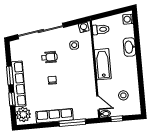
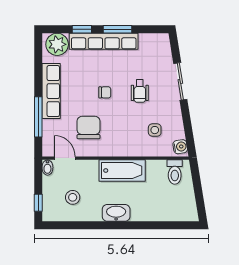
washing machine: (128, 19) -> (187, 214), removed
sliding door: (41, 31) -> (180, 81), width x0.54
washbasin: (129, 47) -> (116, 213), moved
chair: (76, 89) -> (89, 128), added
door: (98, 103) -> (65, 158), swing flipped
window: (117, 119) -> (38, 203), moved

